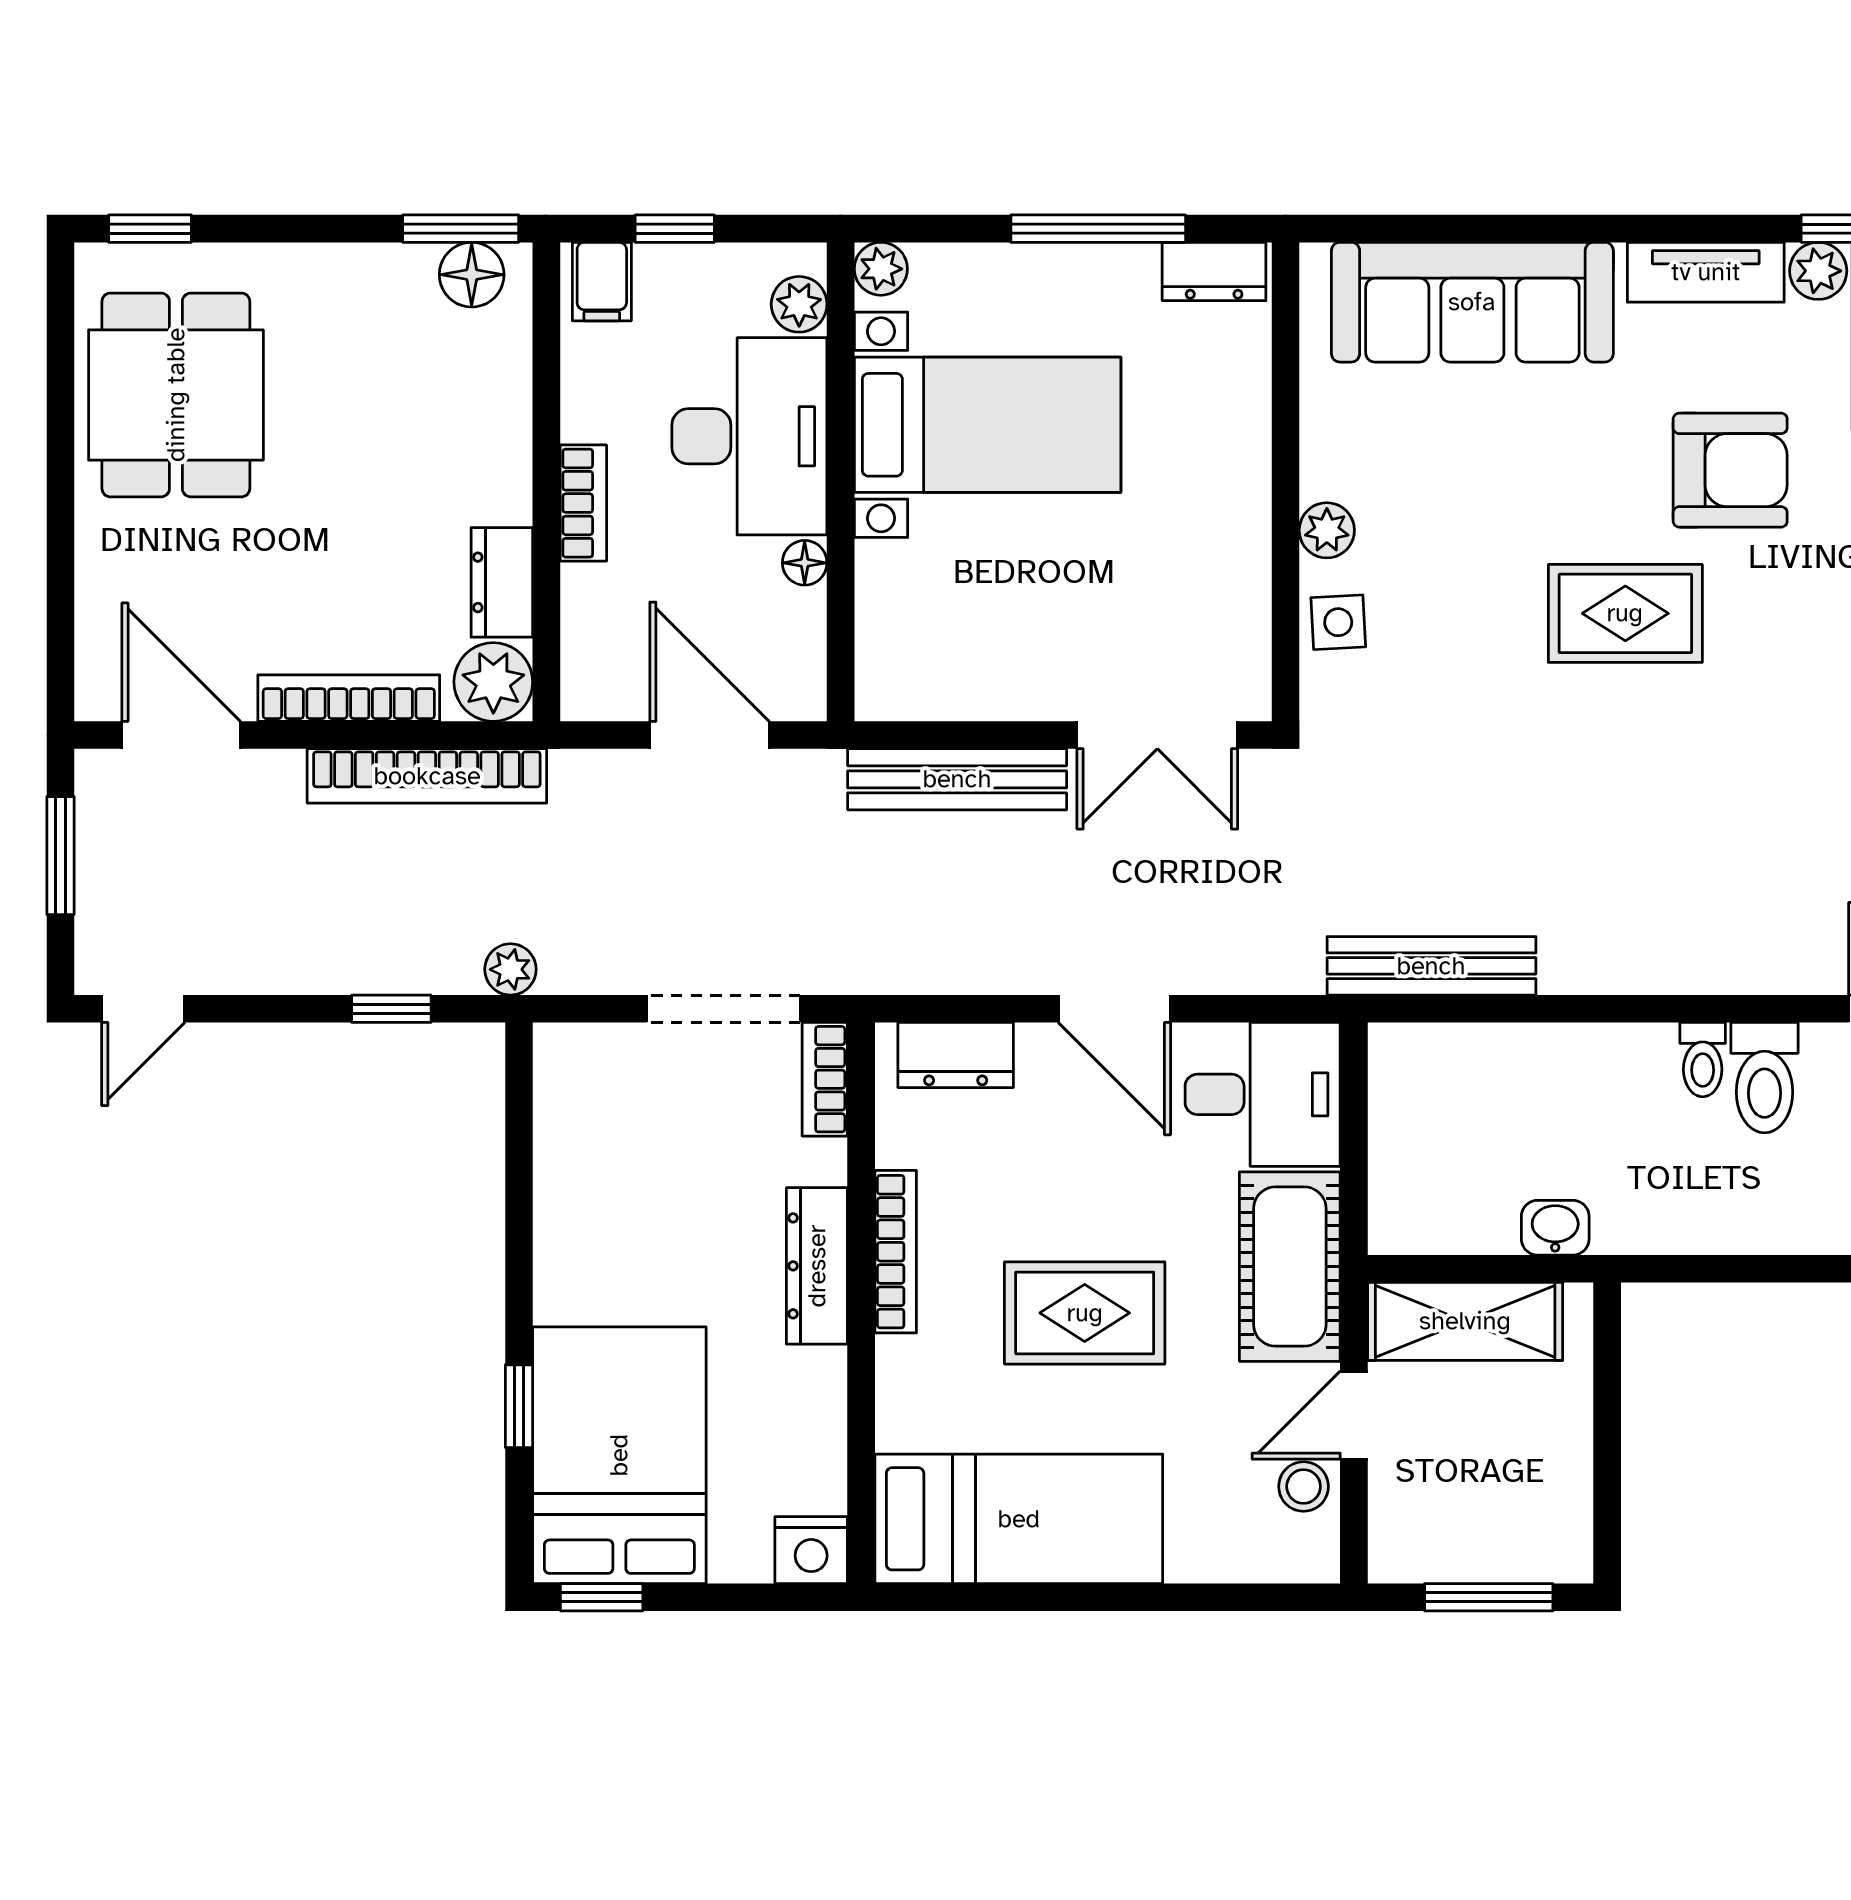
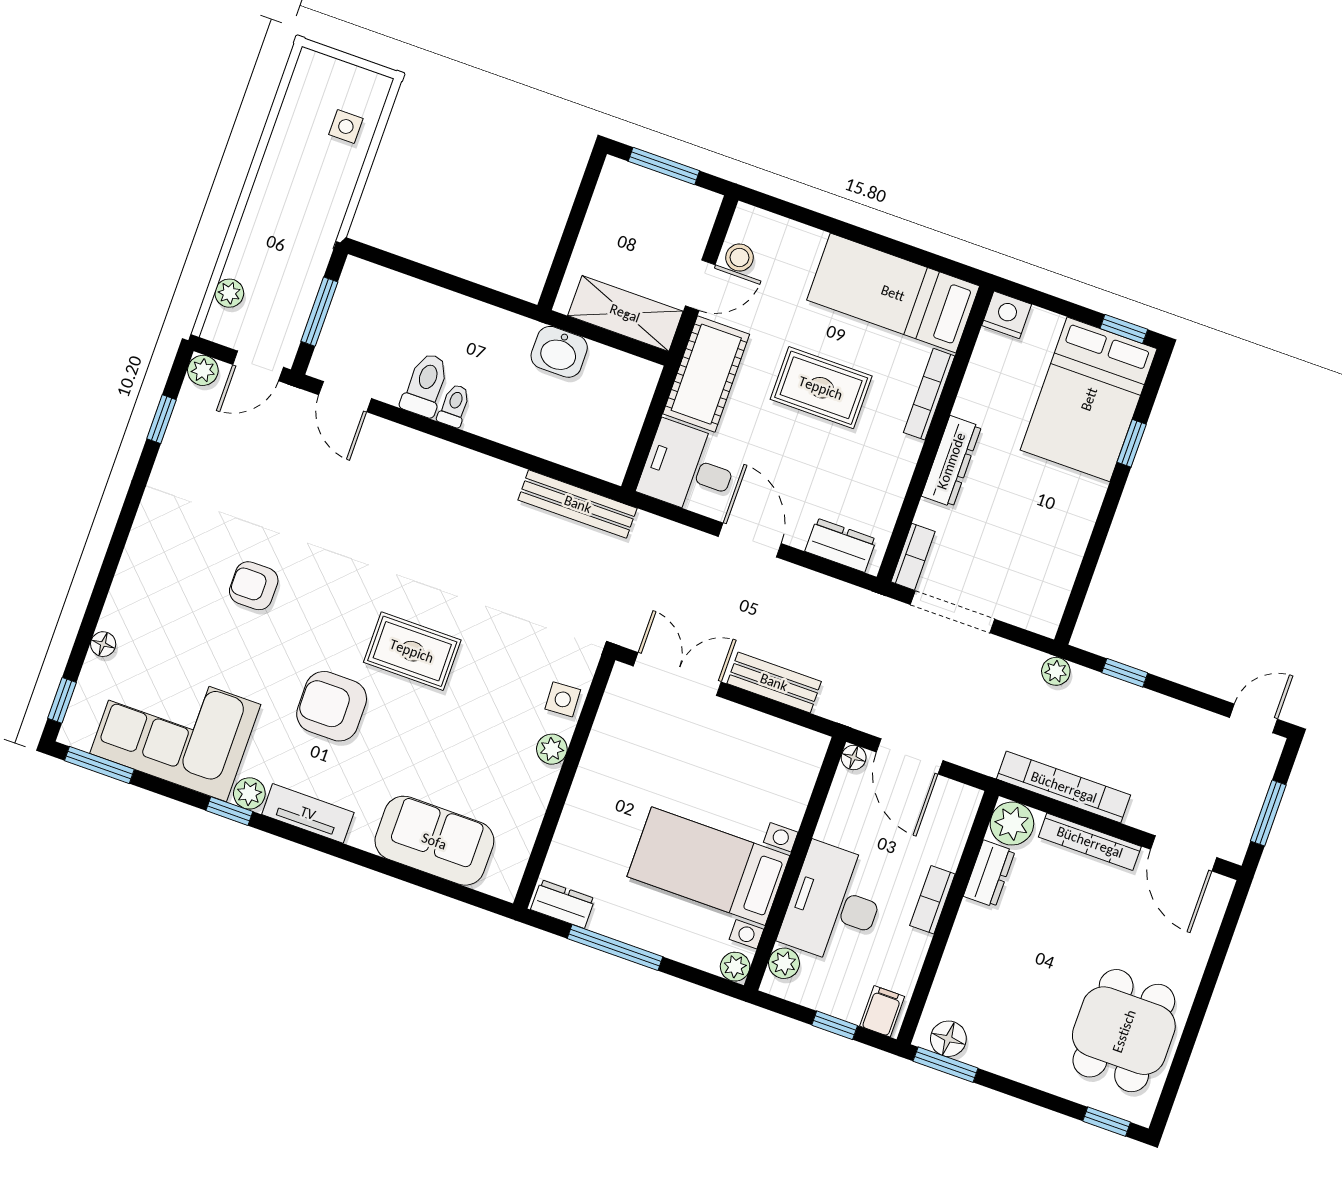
sofa: (1472, 302) -> (434, 841), width x0.73
floor lamp: (805, 563) -> (854, 758), moved
bench: (957, 779) -> (774, 682), width x0.73
washbasin: (1555, 1228) -> (559, 352), width x1.38, depth x1.45
bookcase: (896, 1252) -> (929, 394), moved

